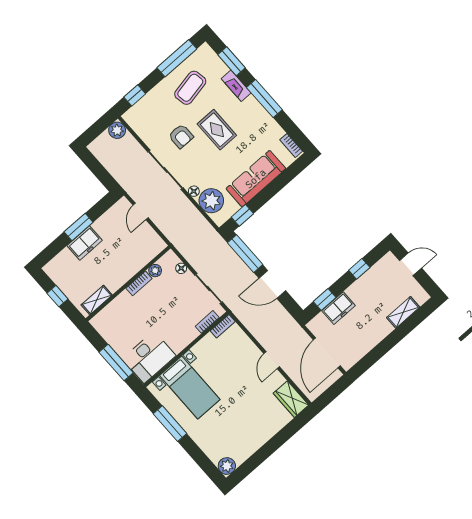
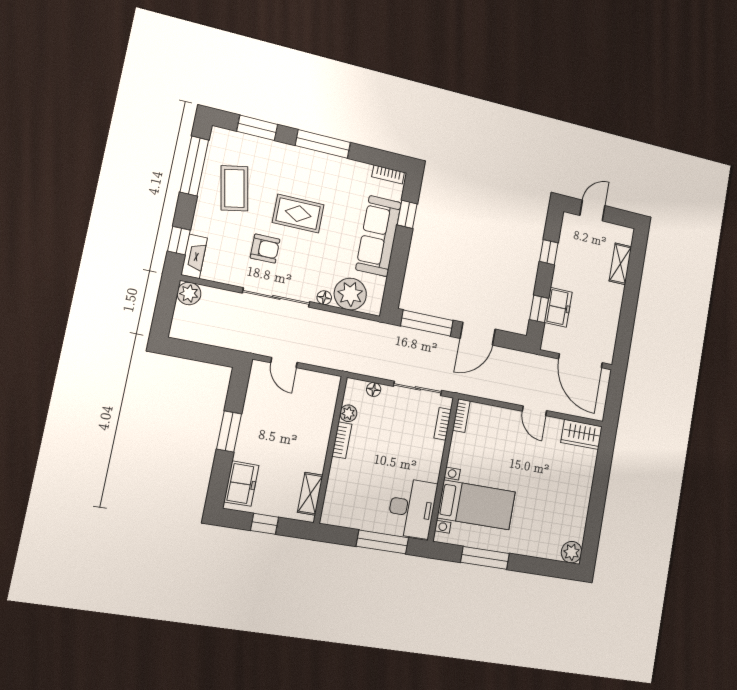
fireplace: (236, 86) -> (194, 256), moved, turned -90
window: (242, 215) -> (407, 214), moved
freezer: (85, 243) -> (241, 484), moved

